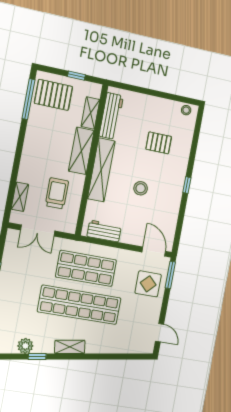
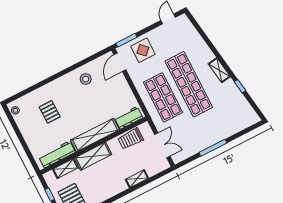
window: (187, 185) -> (62, 73), removed
stool: (141, 188) -> (86, 79), moved
trolley: (57, 193) -> (131, 139), moved
shelving: (20, 197) -> (137, 179), moved
workbench: (104, 231) -> (129, 118), moved, turned 90
plant: (25, 346) -> (239, 99), removed

